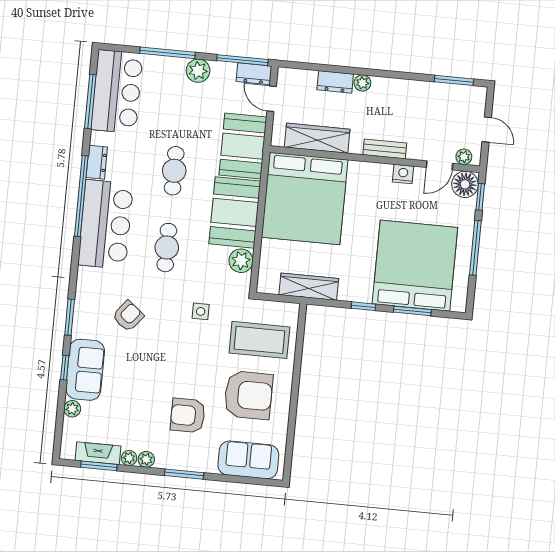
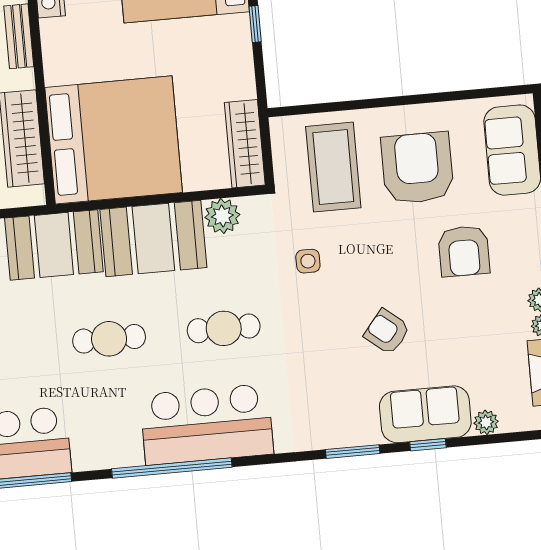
dresser: (97, 162) -> (118, 455), removed
wardrobe: (309, 287) -> (245, 144), moved
armchair: (128, 316) -> (387, 332), moved

